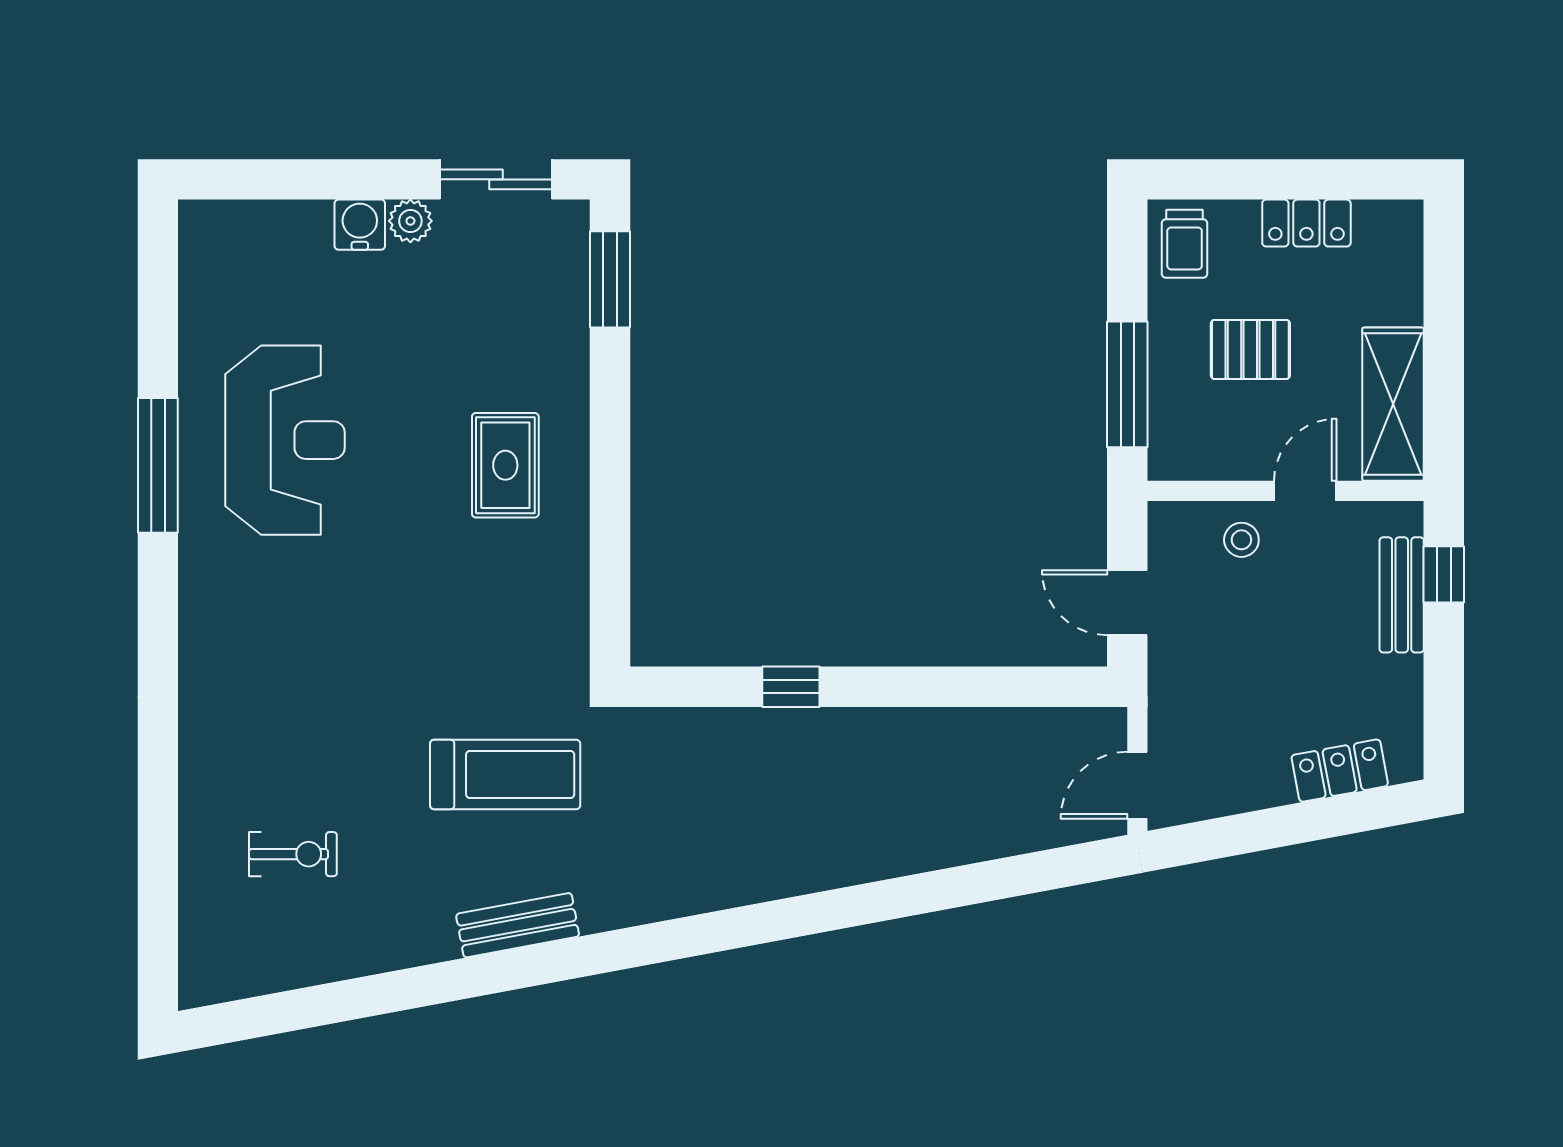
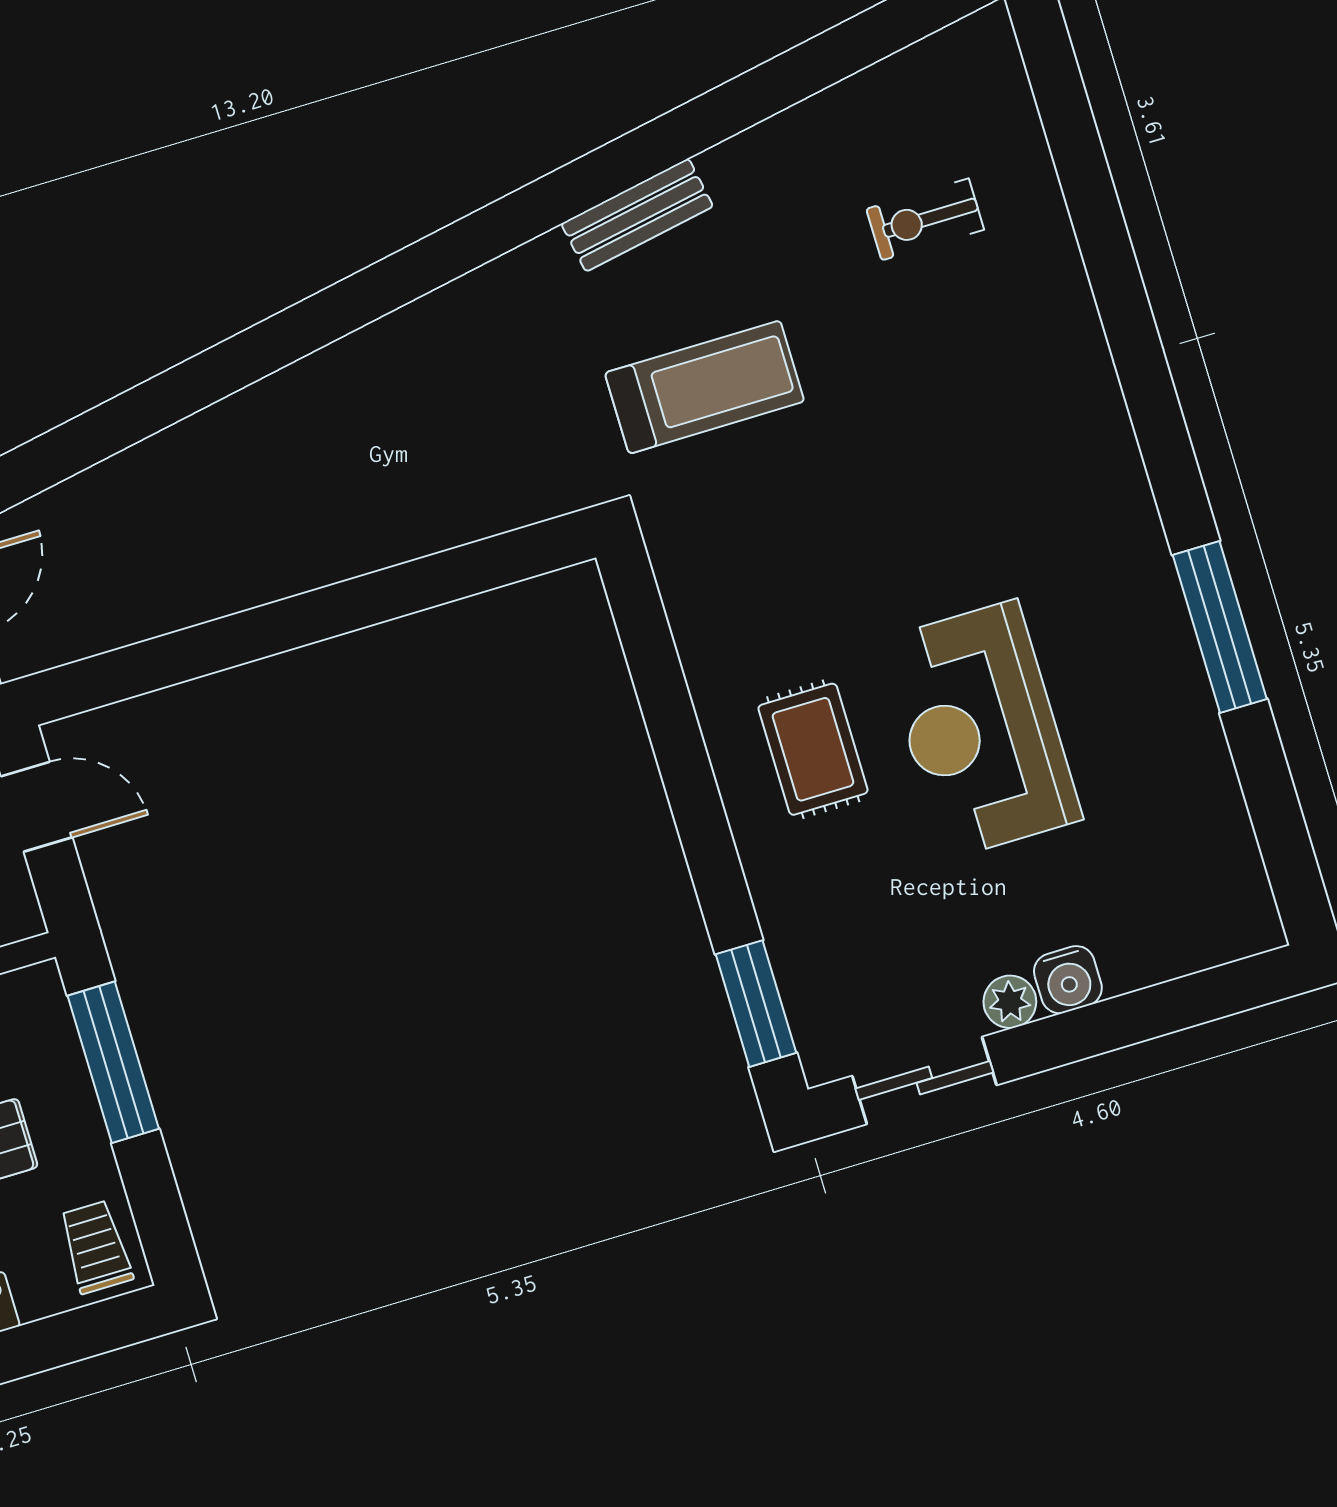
reception desk: (285, 440) -> (981, 730), moved
window: (791, 687) -> (401, 590), removed
treadmill: (505, 775) -> (705, 387), turned 180

